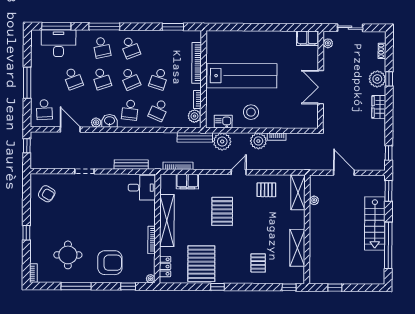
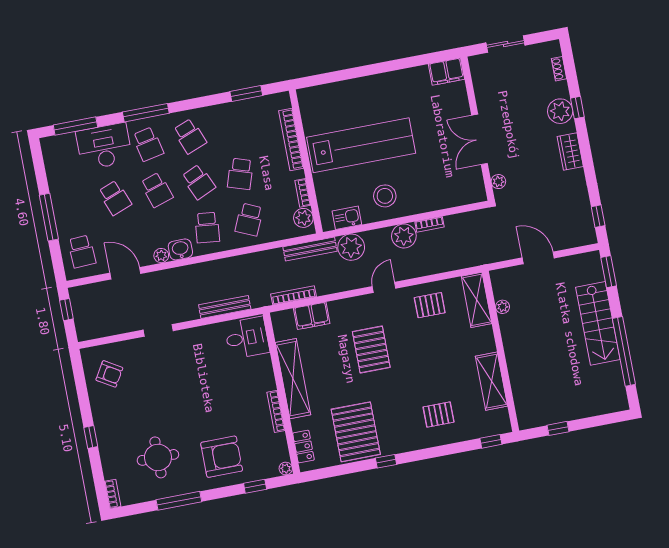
desk: (59, 43) -> (104, 146), moved
plant: (328, 43) -> (498, 182), moved
pallet: (258, 263) -> (439, 415), turned 90

